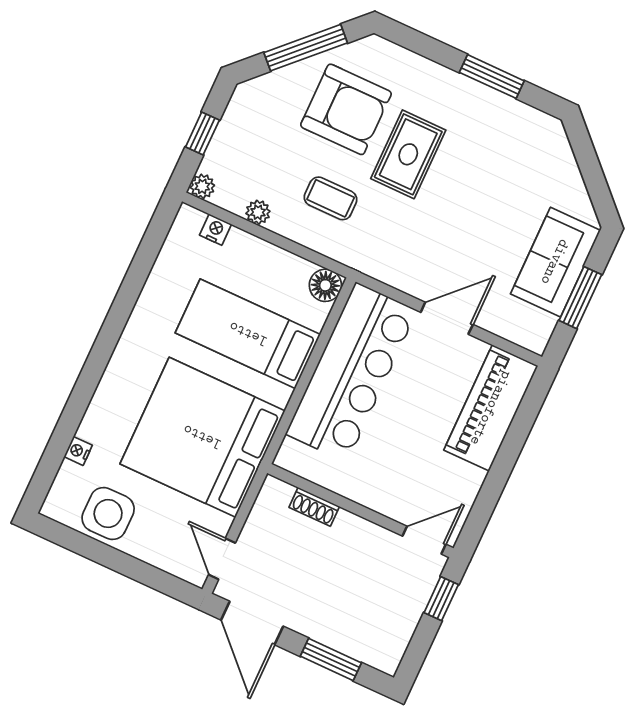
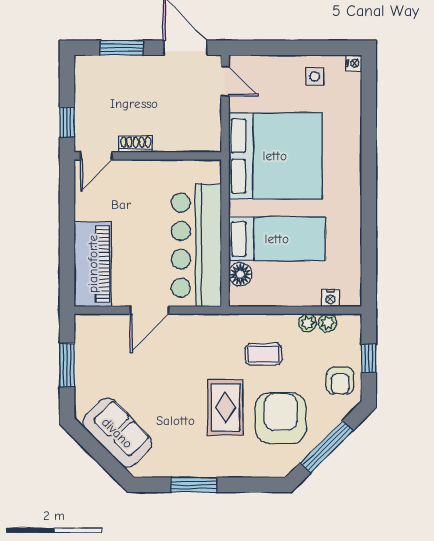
armchair: (346, 109) -> (281, 418), turned 90
armchair: (251, 122) -> (340, 380), added
plant: (202, 186) -> (327, 323), moved
sofa: (555, 262) -> (117, 433), moved, turned -45
floor lamp: (325, 285) -> (240, 274), moved
nightstand: (78, 451) -> (354, 63), moved
shoe rack: (314, 507) -> (136, 144), moved
side table: (108, 513) -> (315, 76), width x0.54, depth x0.54

